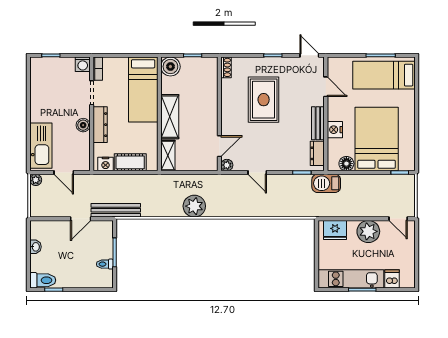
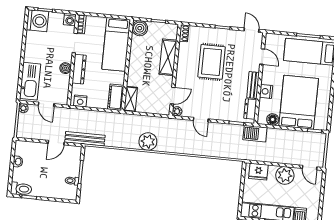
washing machine: (43, 70) -> (37, 21), added
shelving: (170, 117) -> (168, 57), moved
cot: (130, 162) -> (116, 97), moved, turned 90

